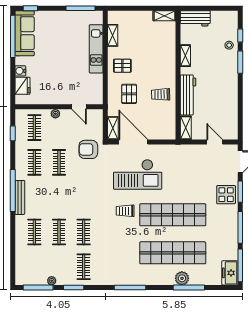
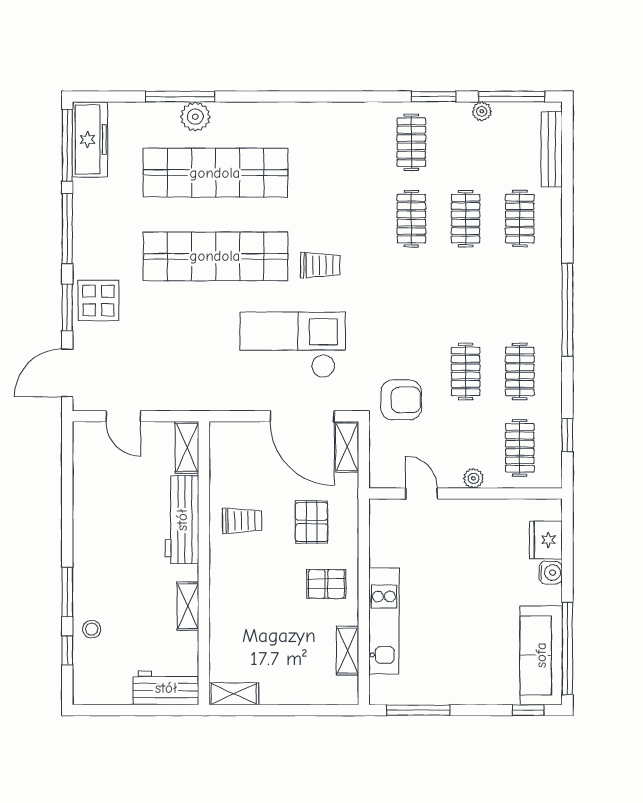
bench: (20, 197) -> (552, 149), moved
freezer: (230, 273) -> (90, 139), width x1.40
window: (130, 287) -> (309, 97), removed

